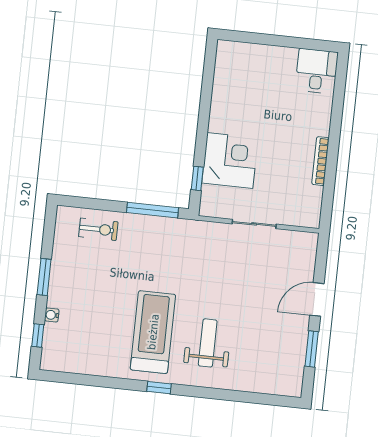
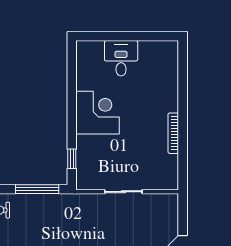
desk: (317, 71) -> (121, 58), moved
corner desk: (230, 161) -> (97, 113), moved

